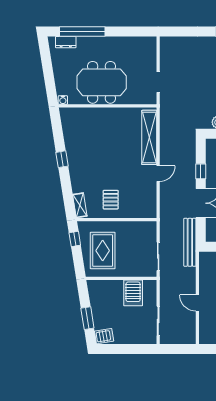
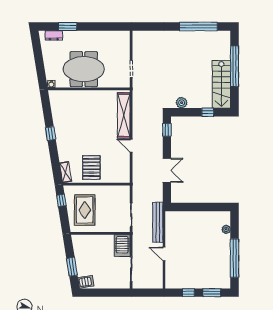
window: (82, 31) -> (68, 27), width x0.47
window: (201, 171) -> (167, 130), moved
door: (158, 174) -> (131, 146), swing flipped
pallet: (111, 200) -> (91, 167), width x1.50, depth x1.42
bench: (190, 242) -> (158, 222), moved
server rack: (133, 293) -> (122, 246), moved

